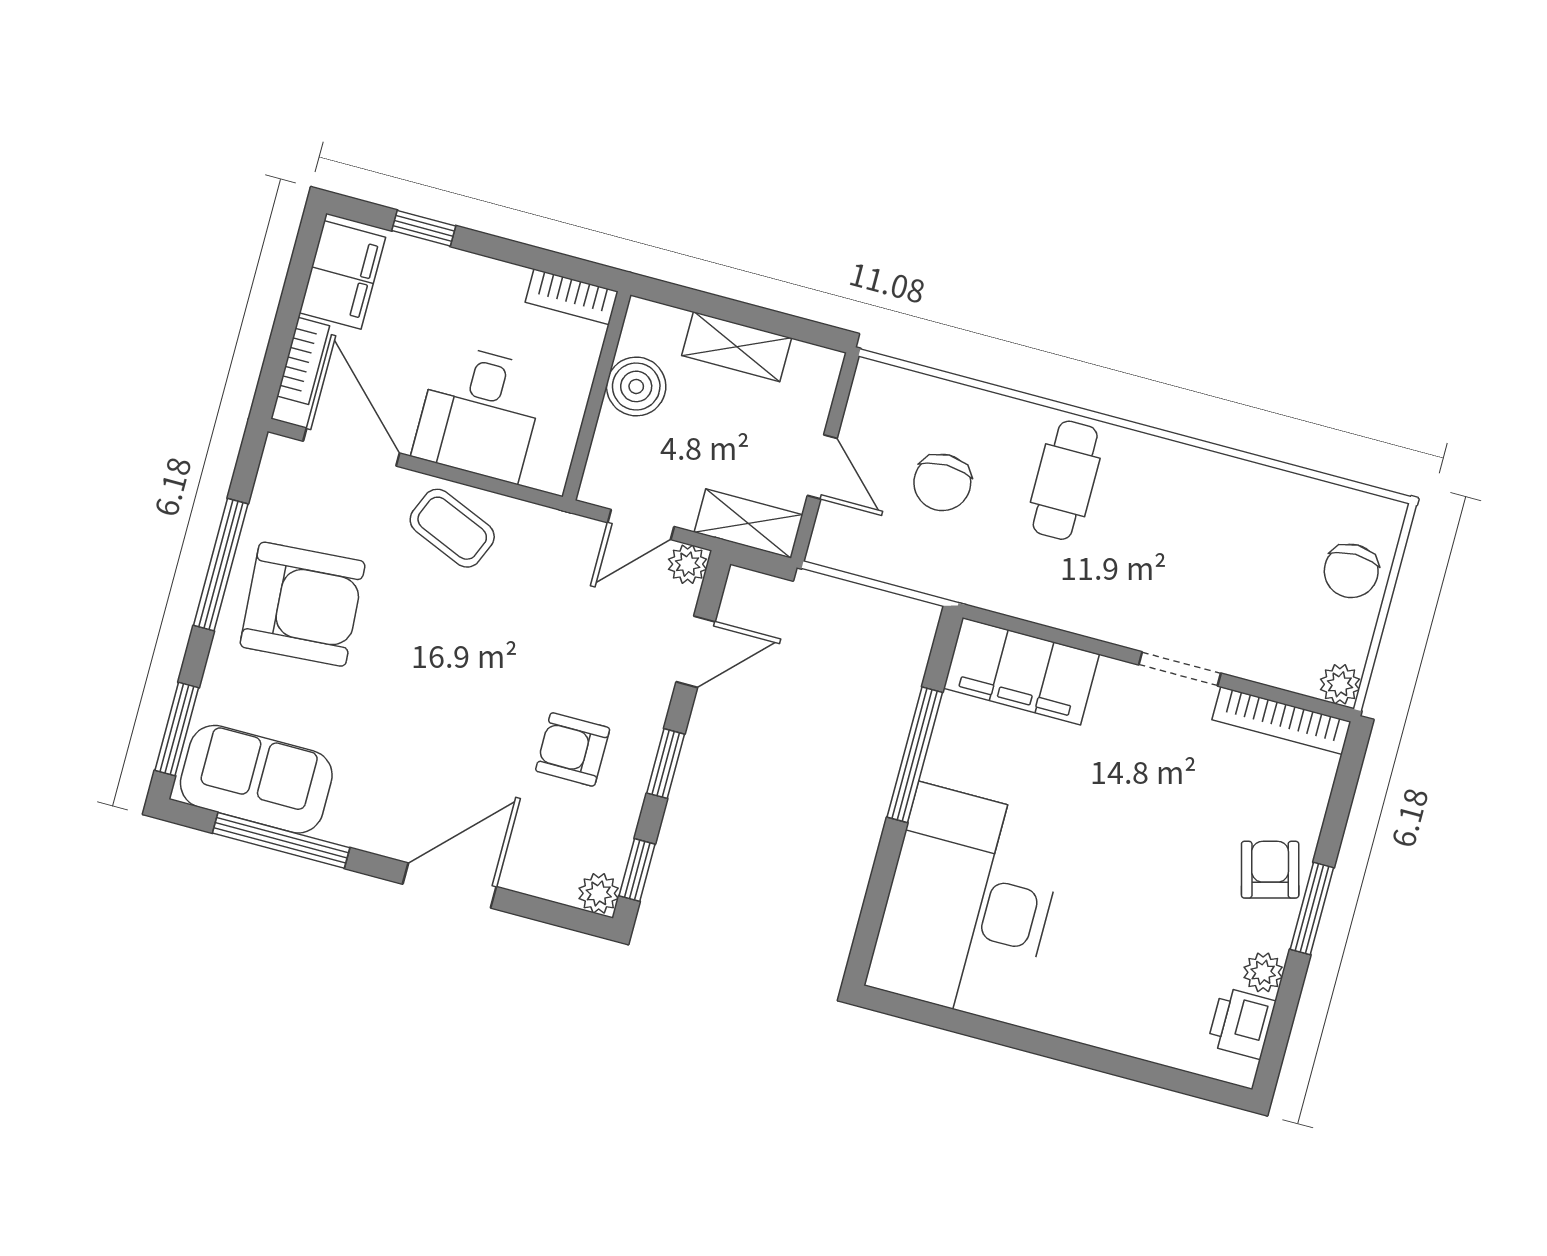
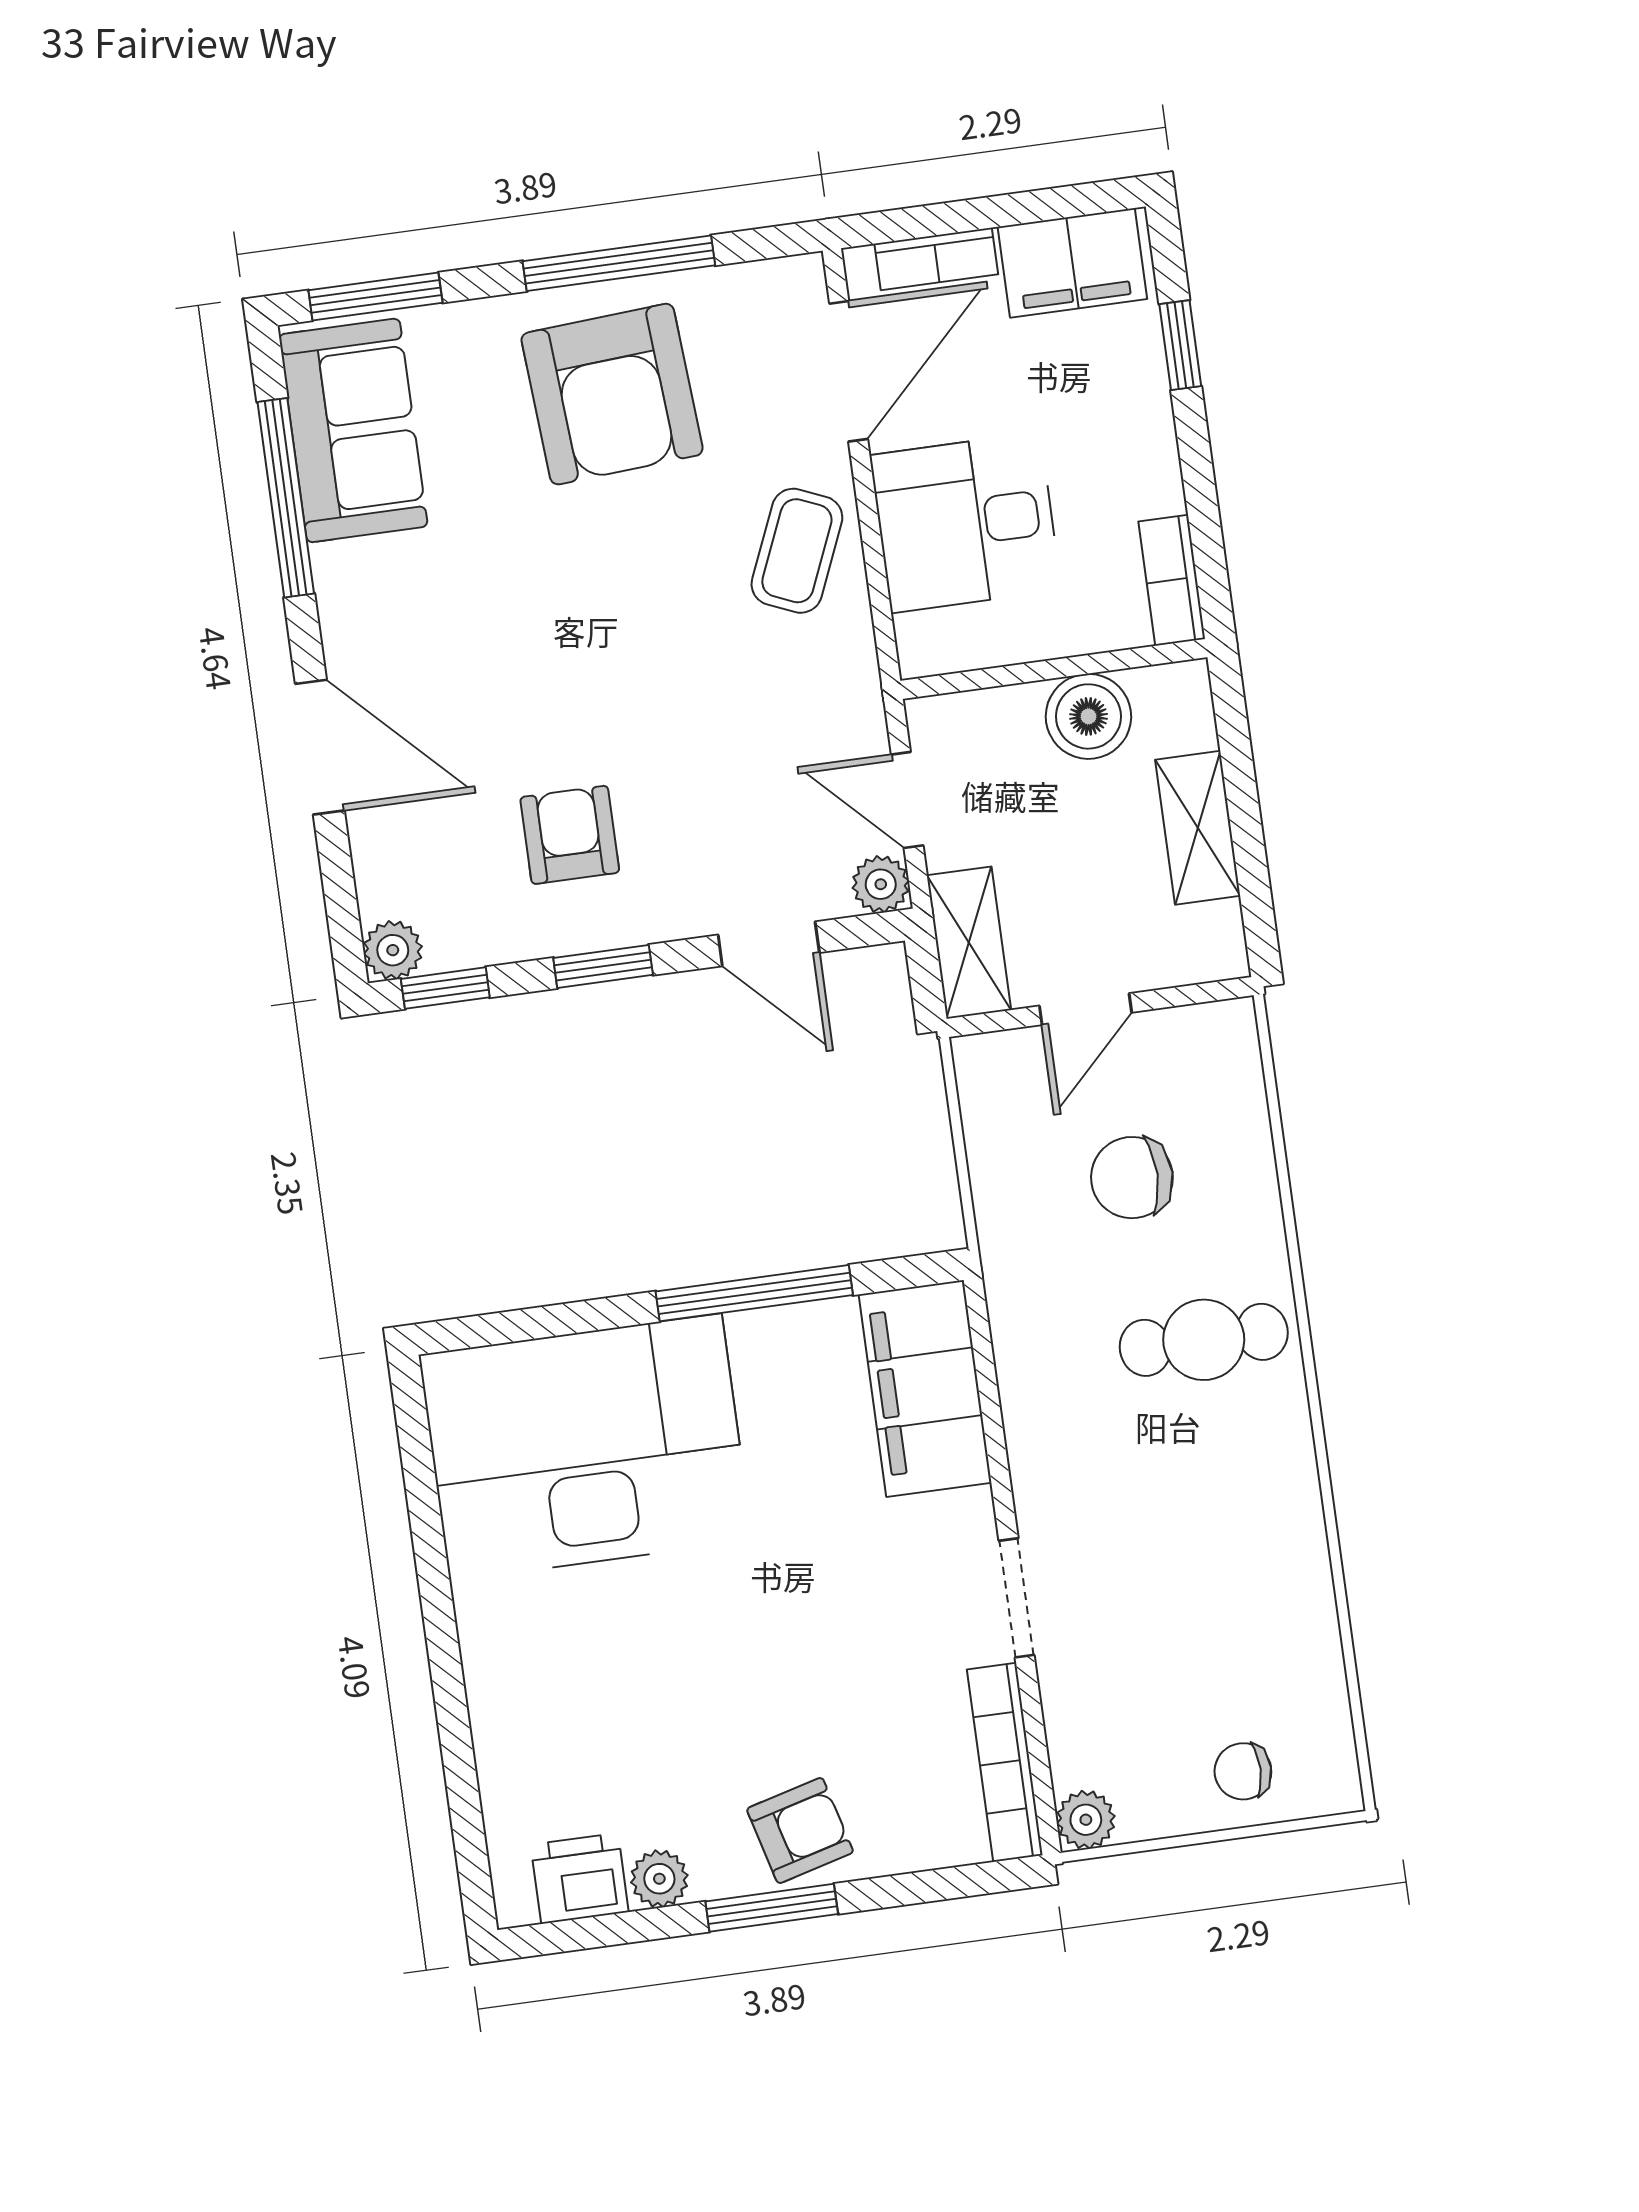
chair: (1351, 571) -> (1243, 1771), width x0.73, depth x0.73

